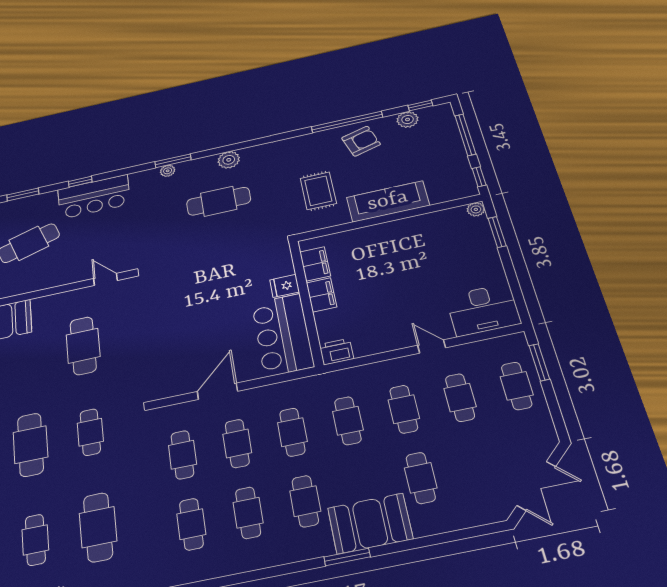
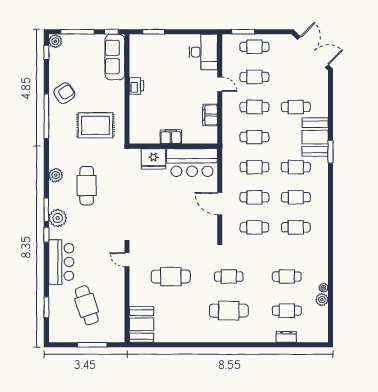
plant: (408, 120) -> (55, 41), moved
window: (347, 122) -> (46, 116), moved
armchair: (361, 141) -> (64, 93), turned 73
plant: (168, 171) -> (58, 218), width x1.87, depth x1.87
window: (80, 182) -> (46, 235), moved
rug: (318, 191) -> (96, 125), width x1.36, depth x1.43
sofa: (388, 201) -> (115, 57), moved
plant: (476, 209) -> (135, 39), removed
filing cabinet: (315, 264) -> (210, 115), moved, turned -90
door: (105, 279) -> (127, 260), hinge flipped
fridge: (285, 286) -> (154, 159), width x1.88, depth x1.34
door: (432, 346) -> (220, 84), swing flipped
printer: (336, 352) -> (136, 86), moved, turned 180
double door: (536, 486) -> (313, 52), width x1.37
cafe table: (98, 527) -> (287, 277), width x0.73, depth x0.74

